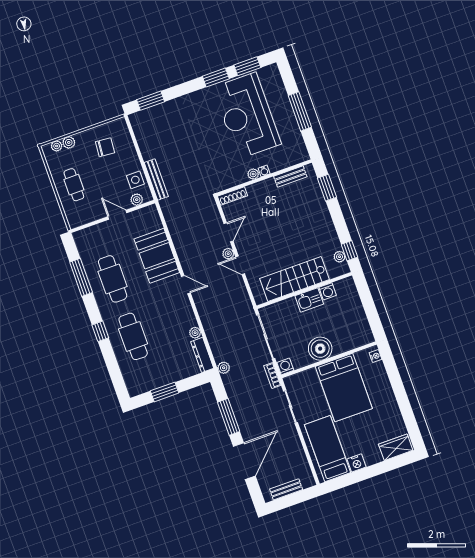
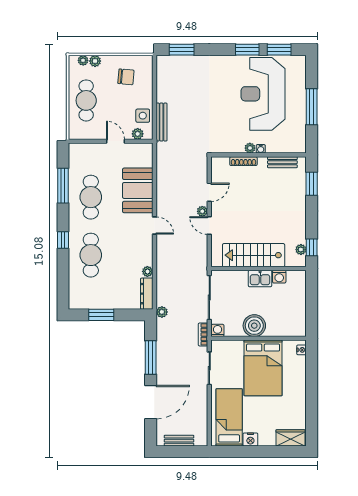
cafe table: (74, 185) -> (86, 100), width x1.37, depth x1.35
shoe rack: (232, 196) -> (243, 161), moved

